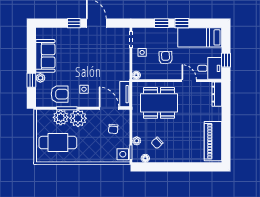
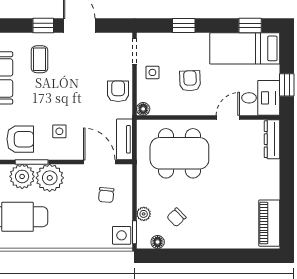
window: (182, 23) -> (250, 26), moved
coffee table: (72, 44) -> (39, 59), added
armchair: (121, 64) -> (118, 91), added
door: (189, 81) -> (228, 118), hinge flipped
piano: (213, 141) -> (269, 223), width x0.73, depth x0.75

